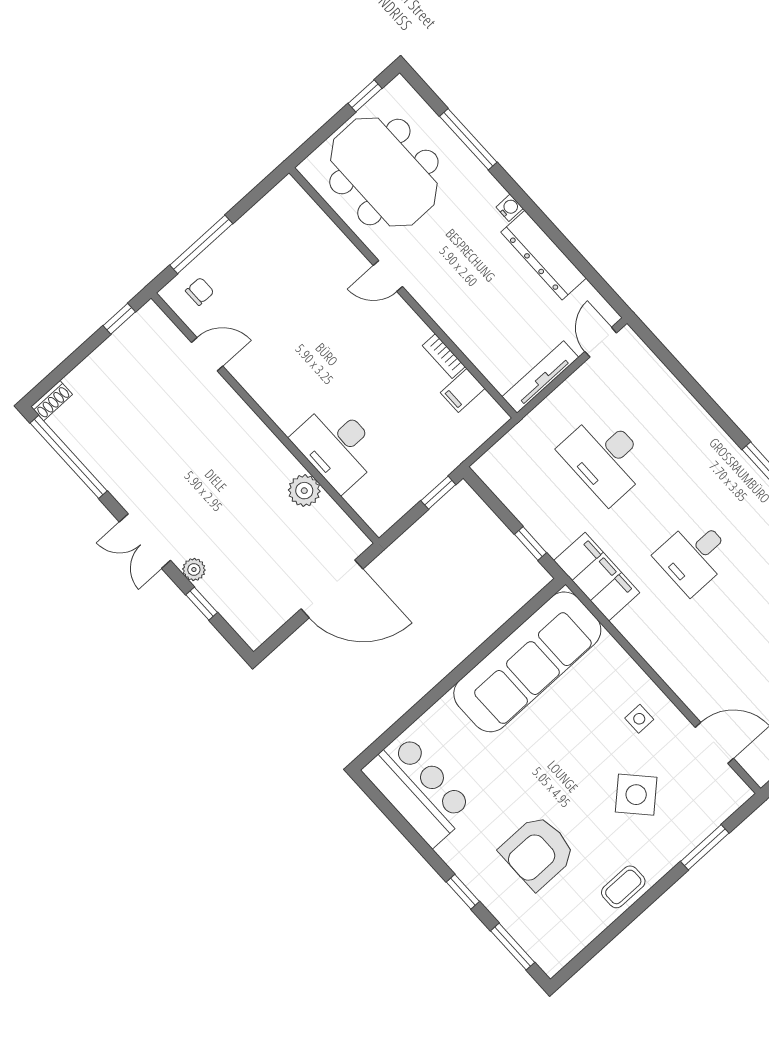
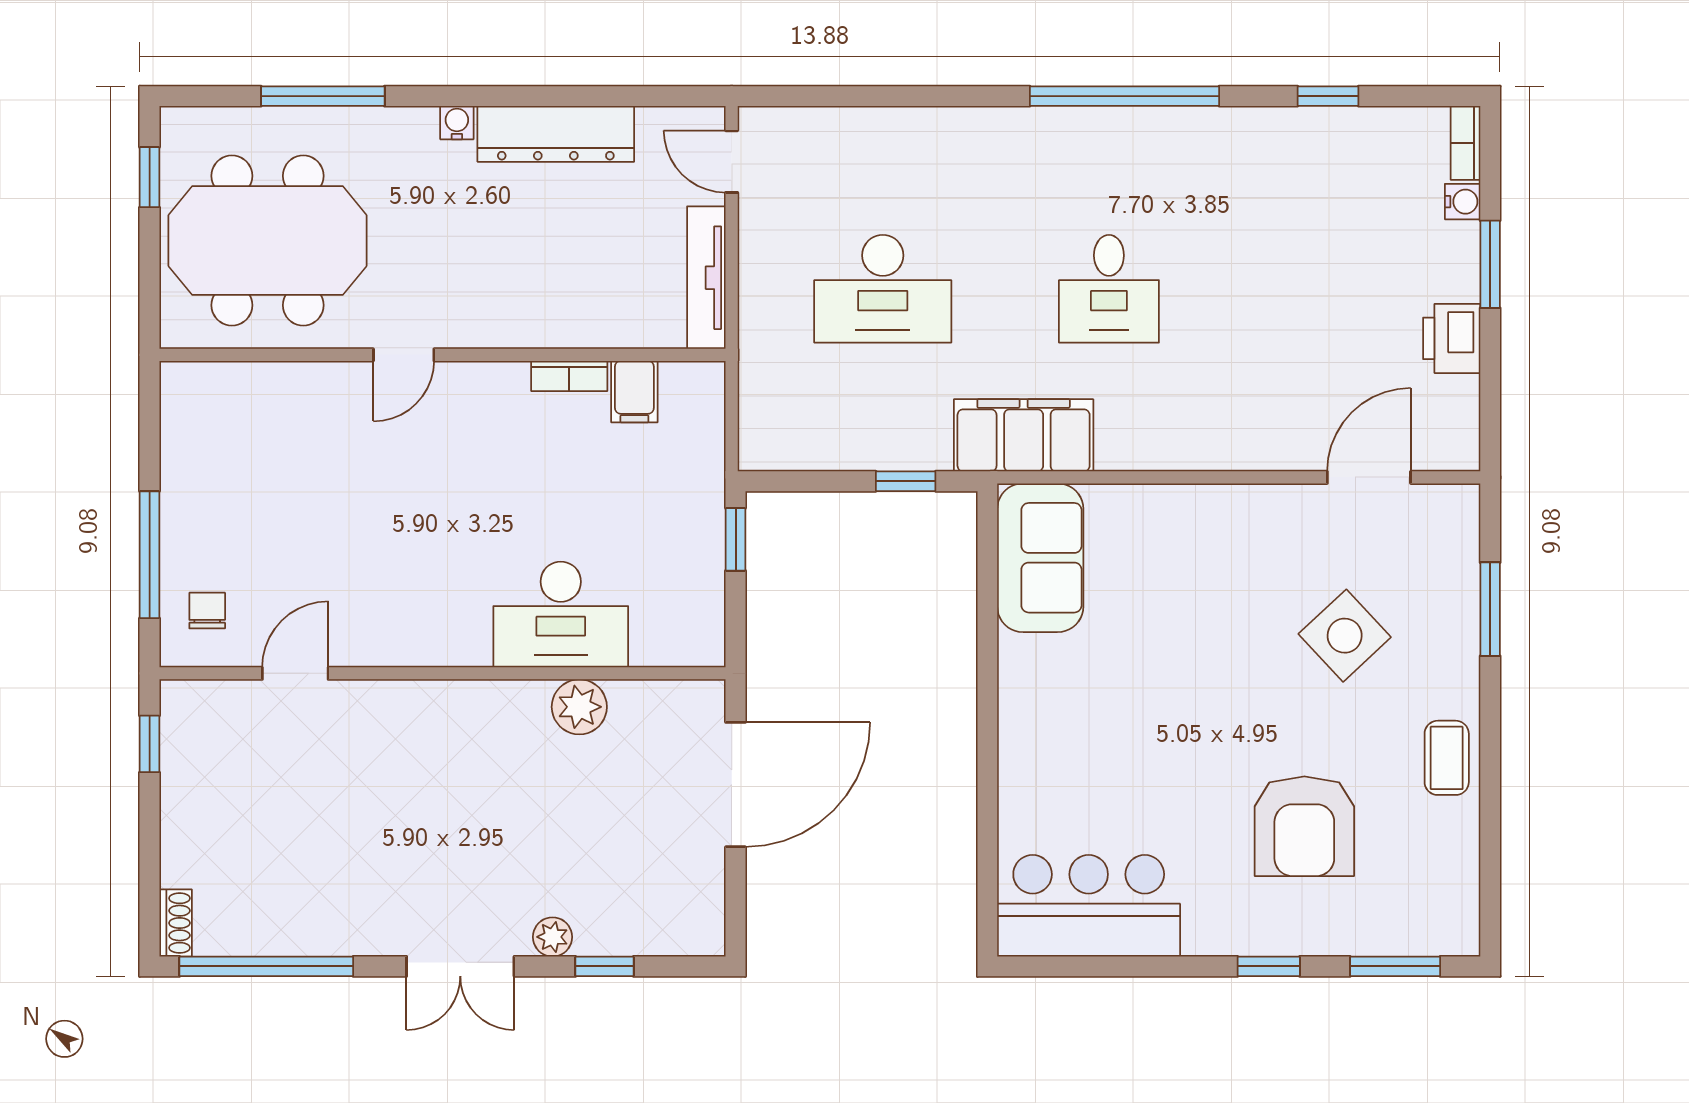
sofa: (527, 662) -> (1040, 558), width x0.54, depth x0.79
side table: (639, 719) -> (1252, 545), removed

